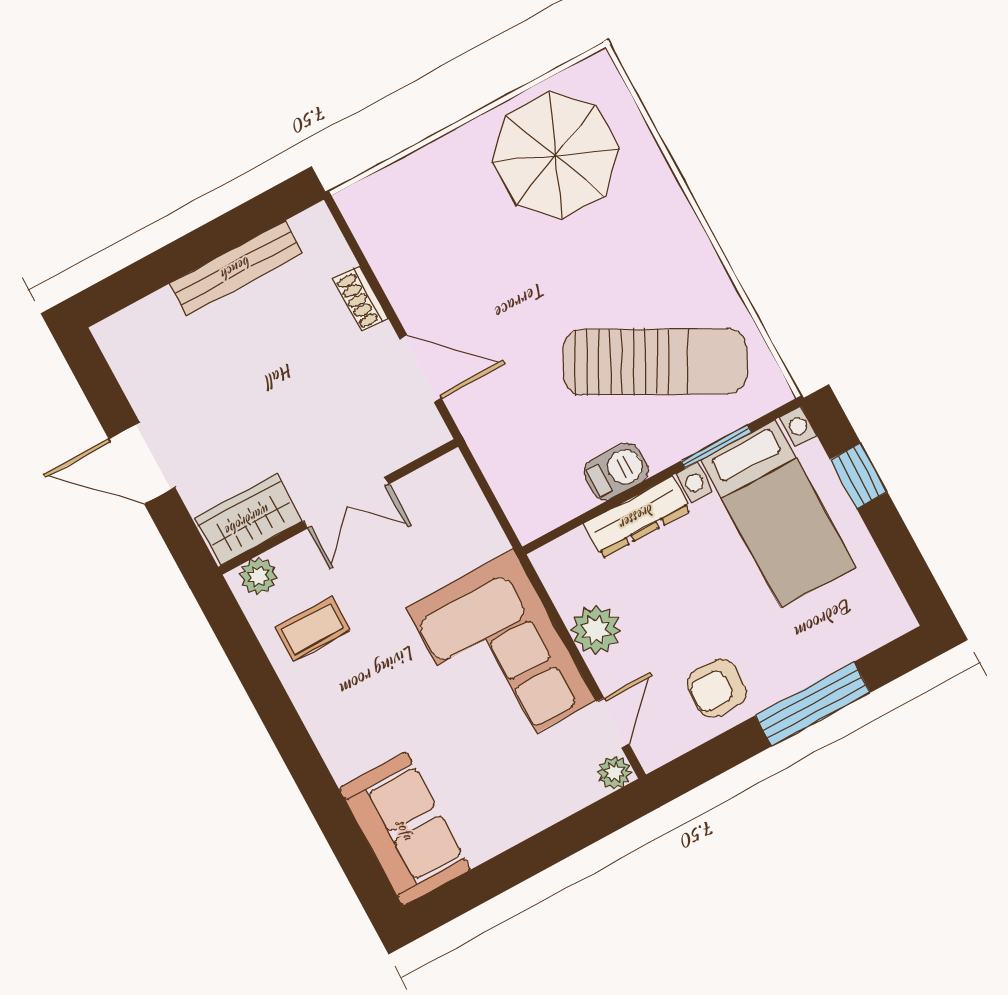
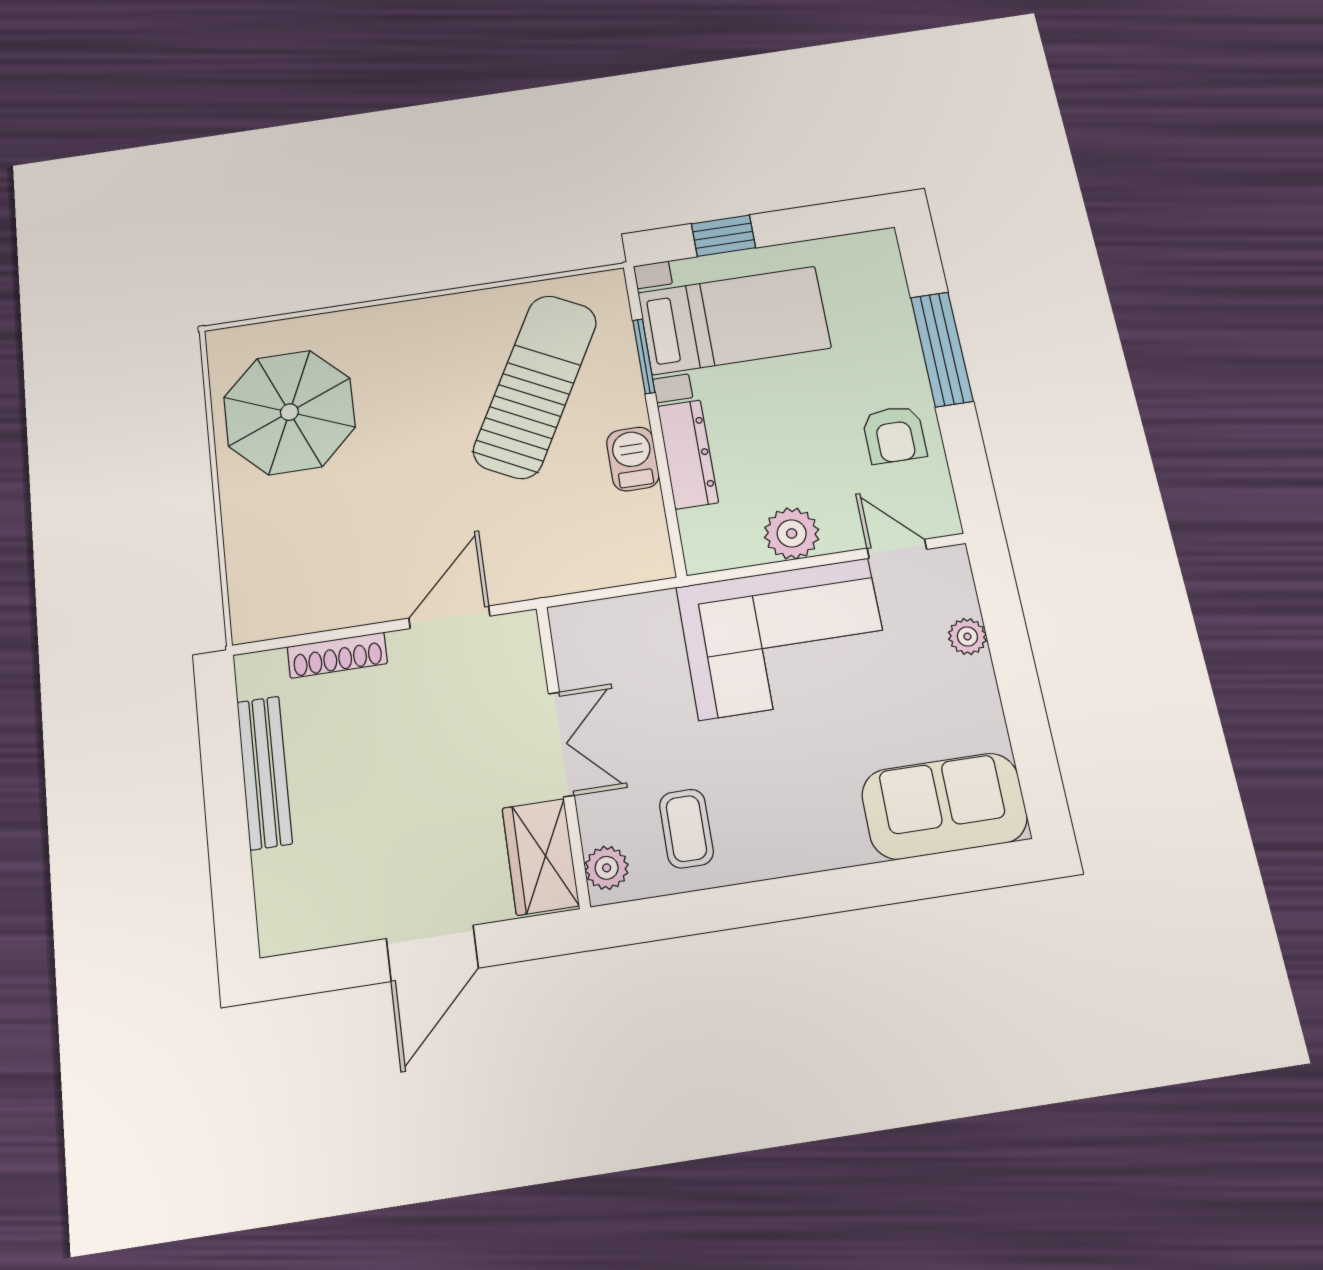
shoe rack: (361, 299) -> (337, 655), width x1.43
plant: (614, 773) -> (967, 636), moved

